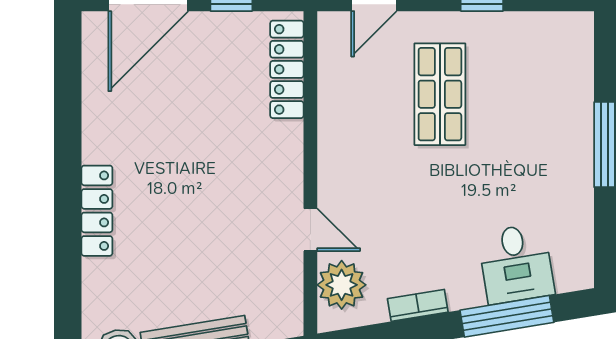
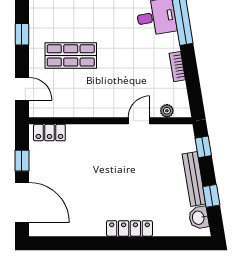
locker: (287, 69) -> (49, 133), width x0.66
plant: (342, 285) -> (167, 111), width x0.53, depth x0.53

